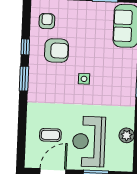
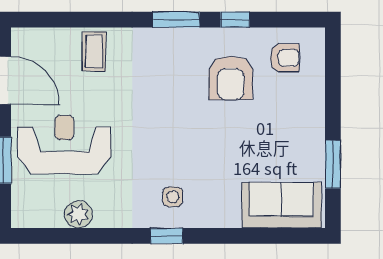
side table: (84, 79) -> (173, 197), moved
coffee table: (50, 135) -> (94, 51), moved

